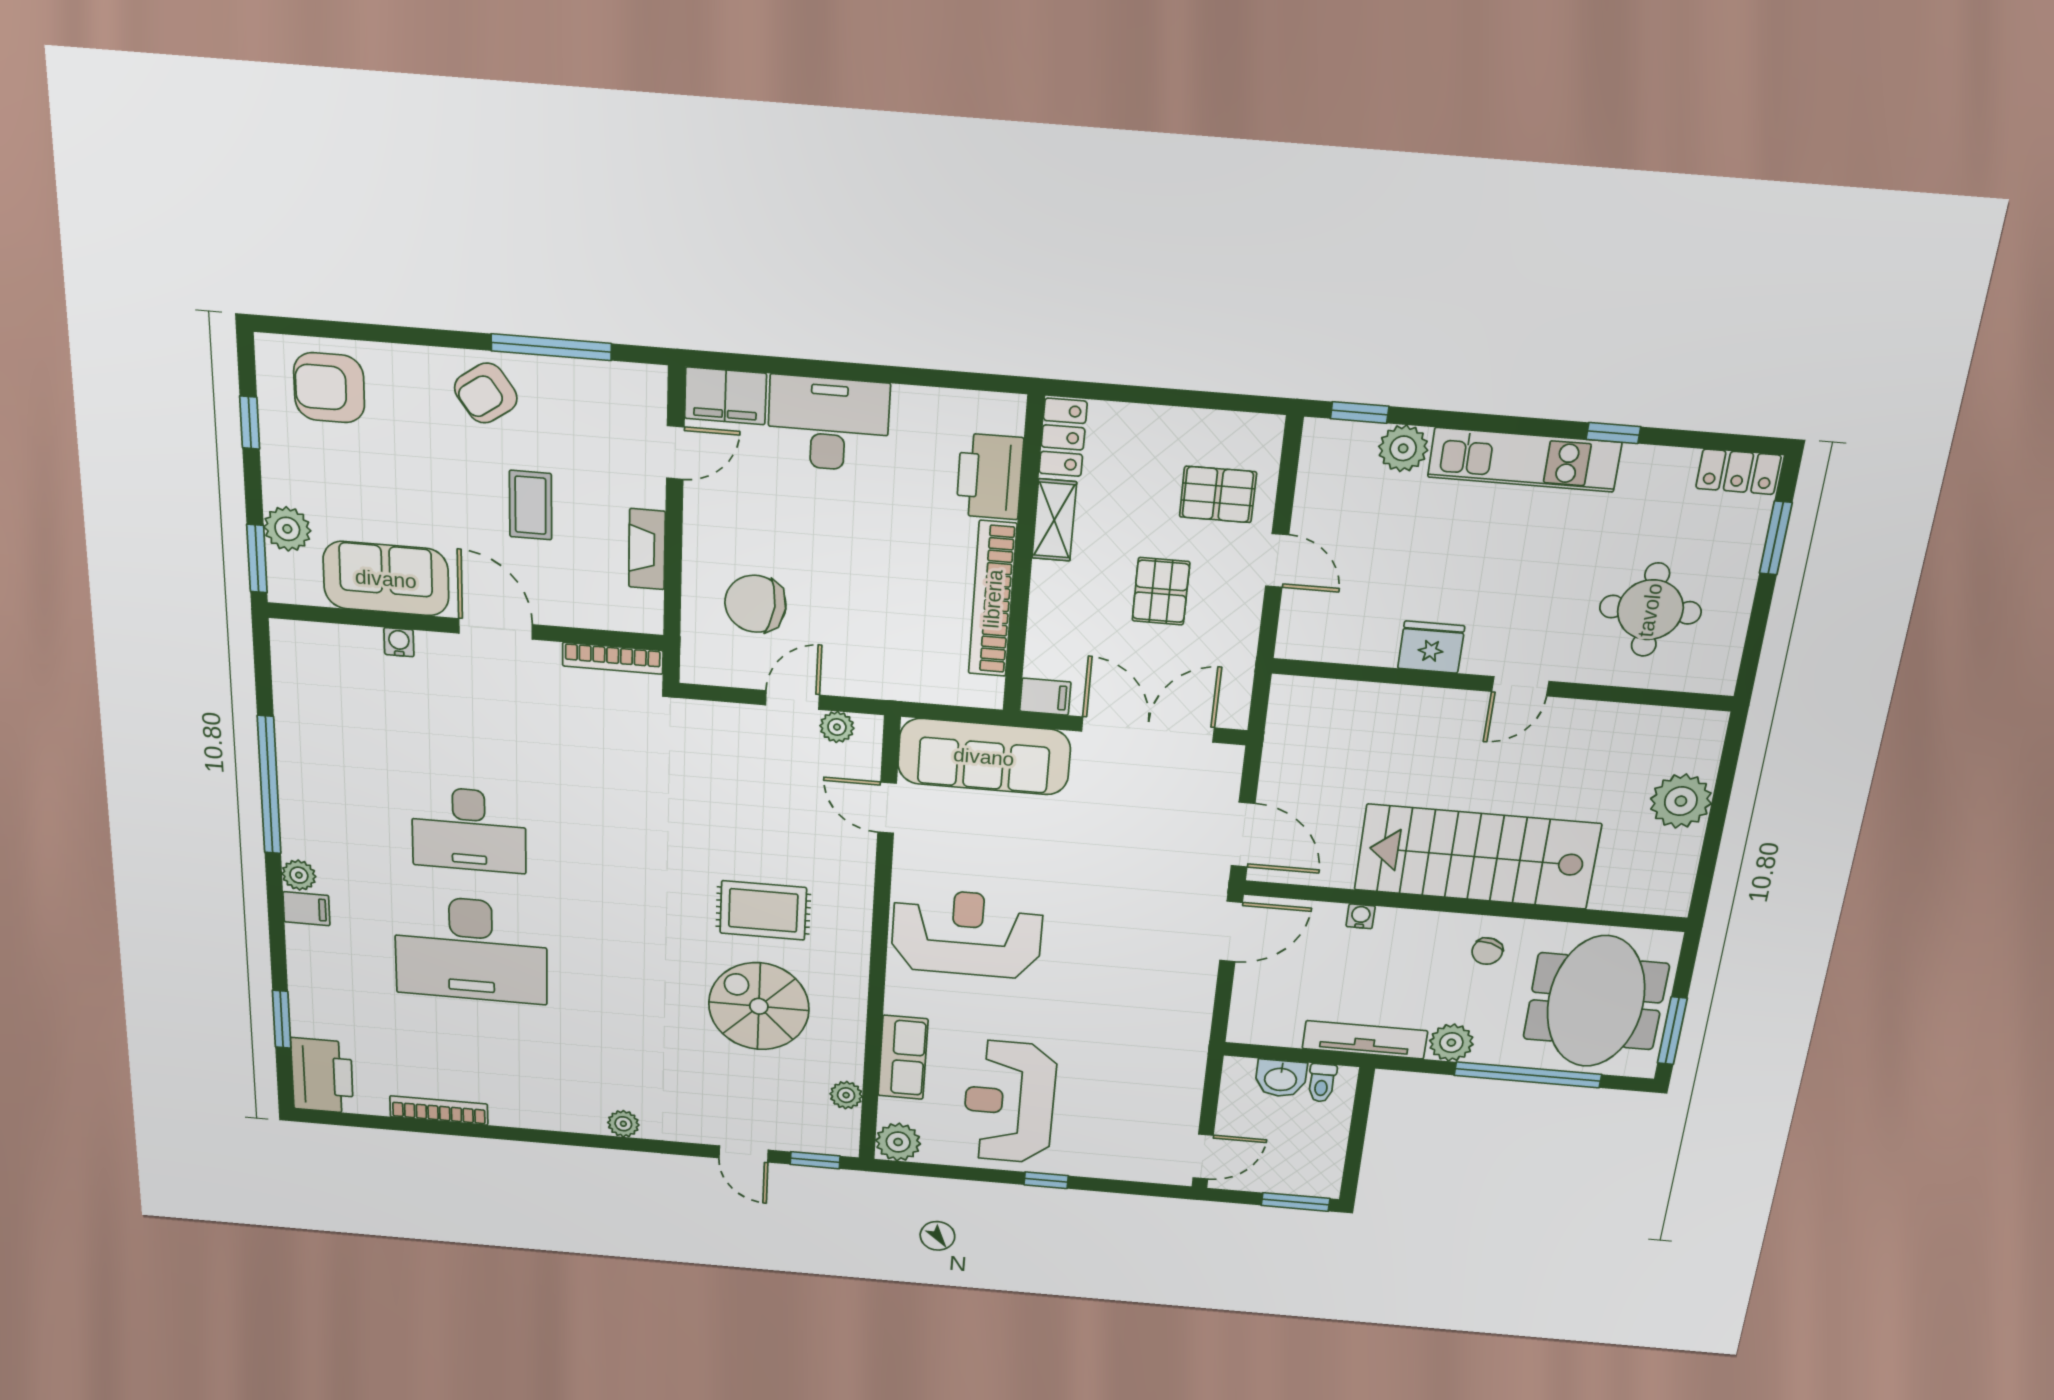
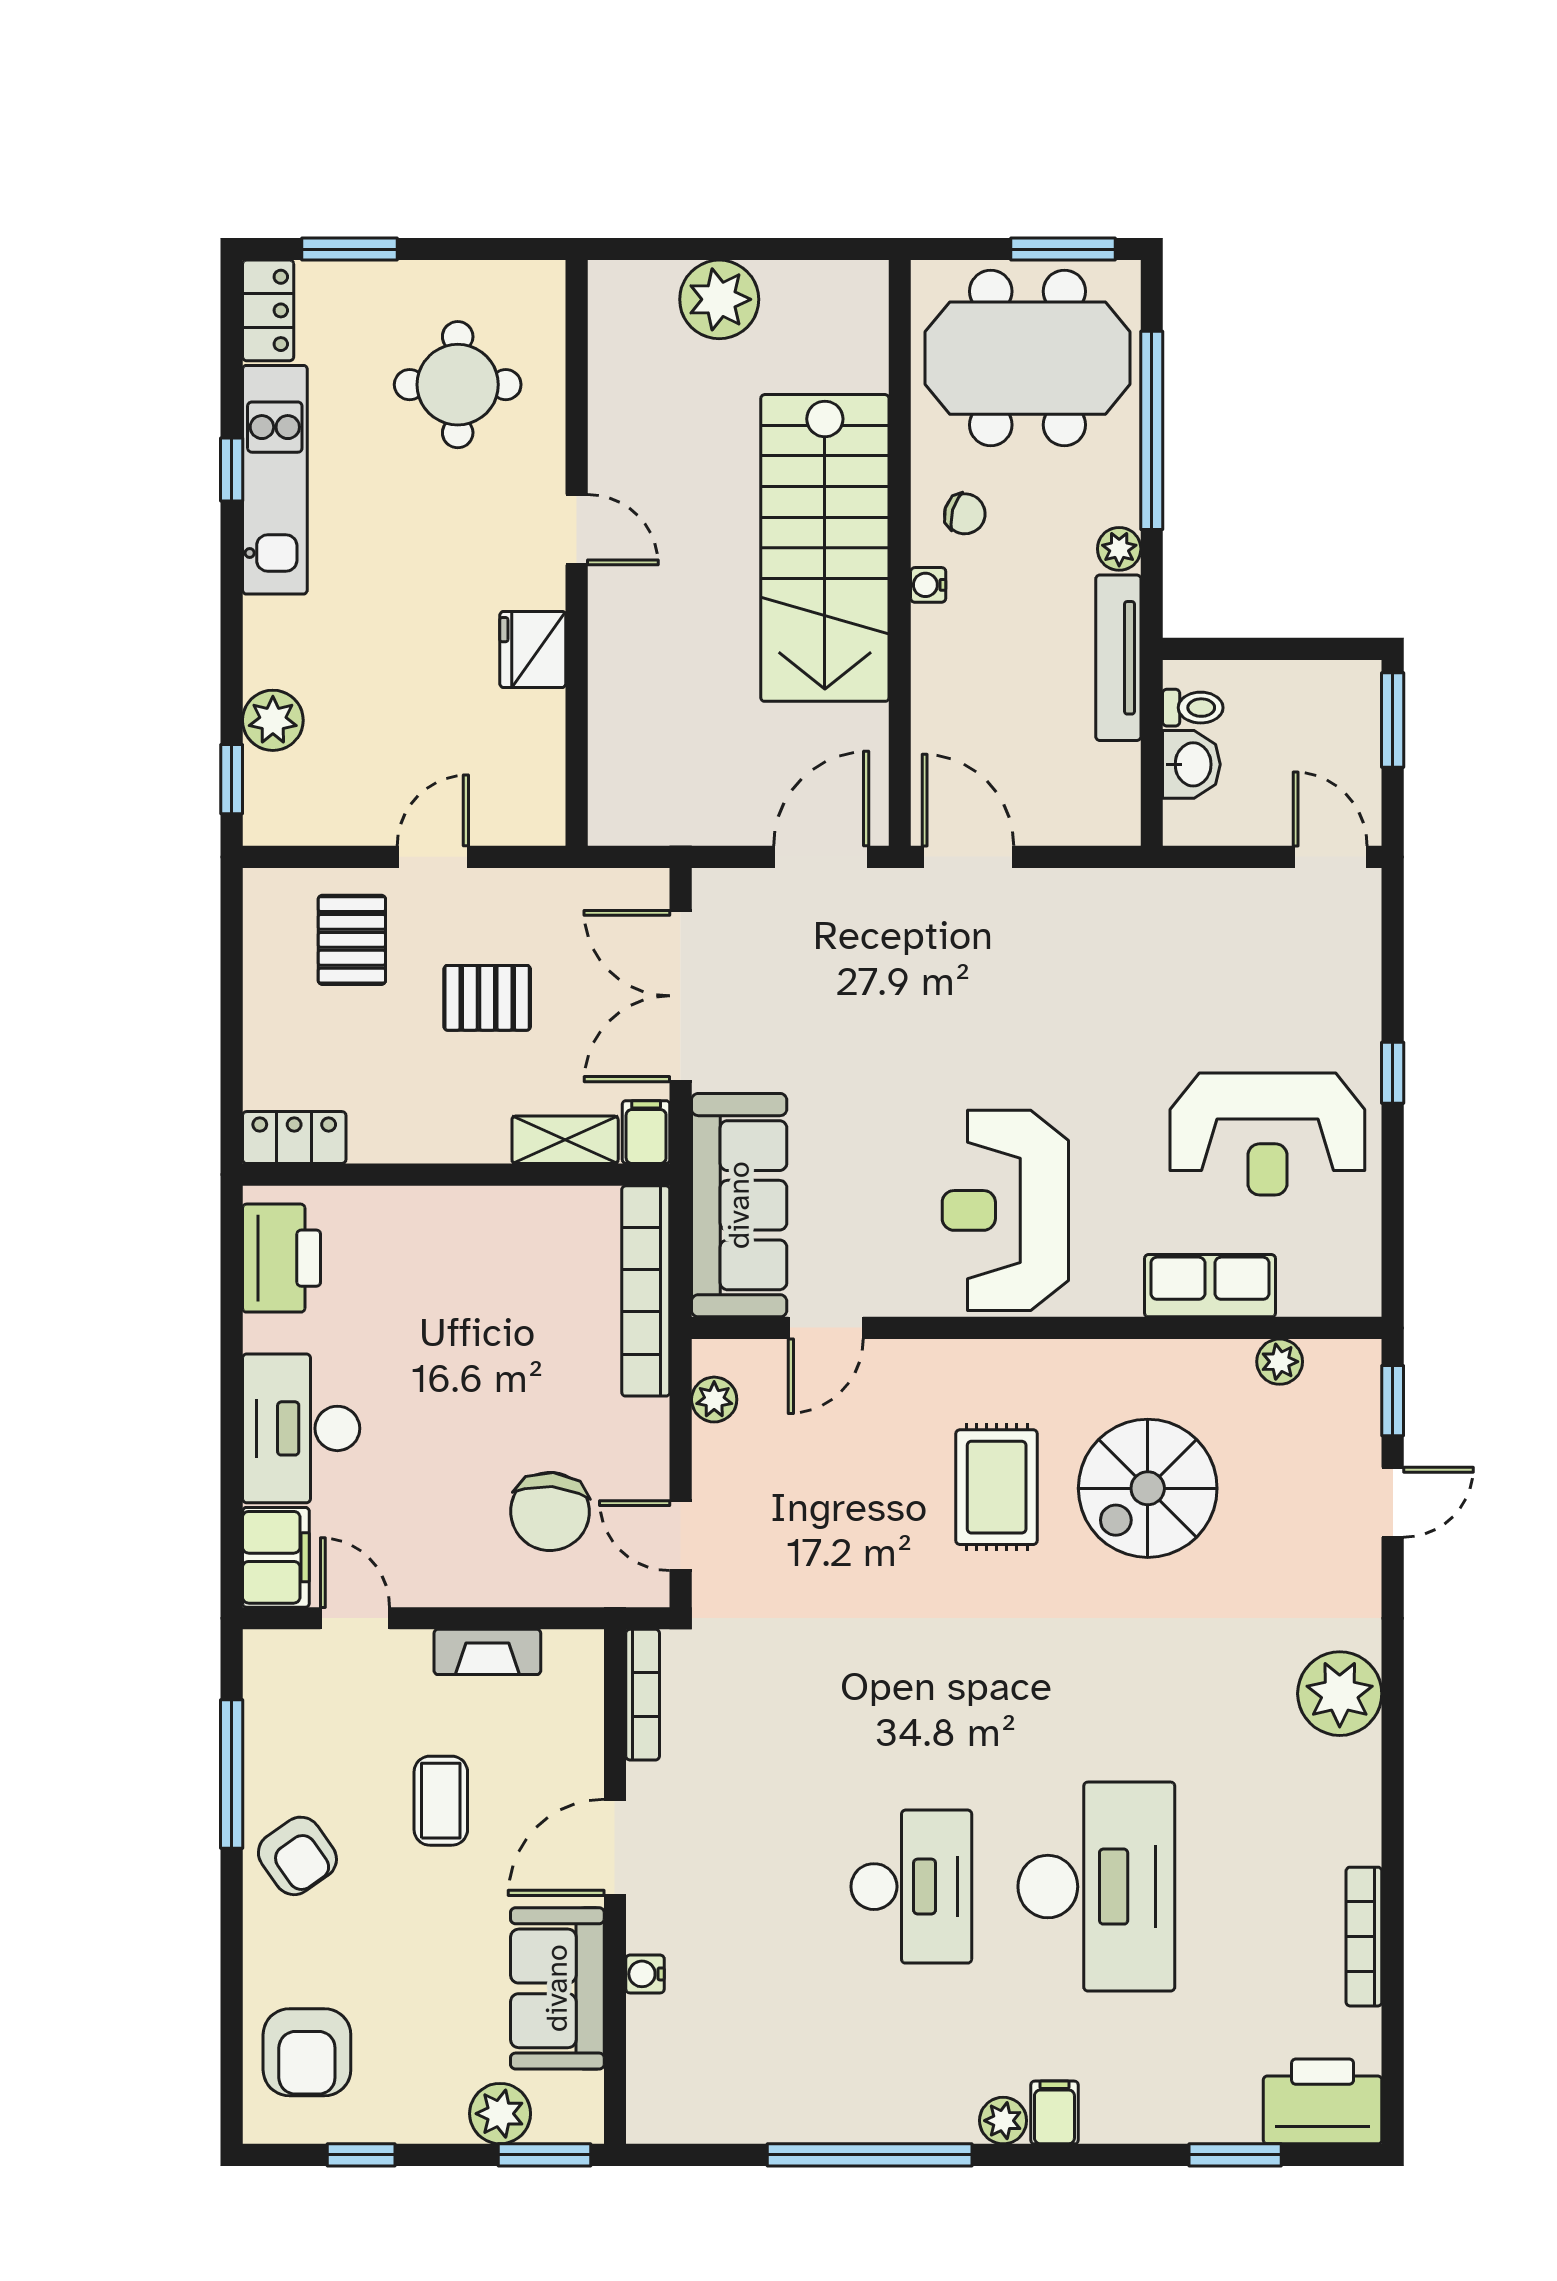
kitchen unit: (1524, 460) -> (275, 480), moved
printer: (990, 476) -> (281, 1258), moved, turned -90
coffee table: (531, 505) -> (441, 1801), turned 90
shelving: (1054, 520) -> (565, 1140), moved
bookcase: (993, 599) -> (646, 1291), moved, turned 90
door: (792, 700) -> (681, 1536), moved
water cooler: (1361, 916) -> (928, 585), moved
plant: (1451, 1043) -> (1119, 549), width x0.73, depth x0.73
plant: (623, 1124) -> (1340, 1694), width x1.87, depth x1.87
plant: (898, 1142) -> (1350, 1285), removed

